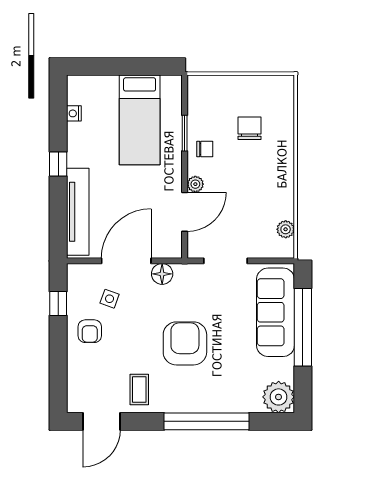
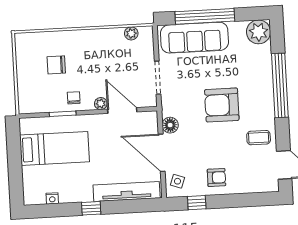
side table: (110, 299) -> (178, 181), moved

